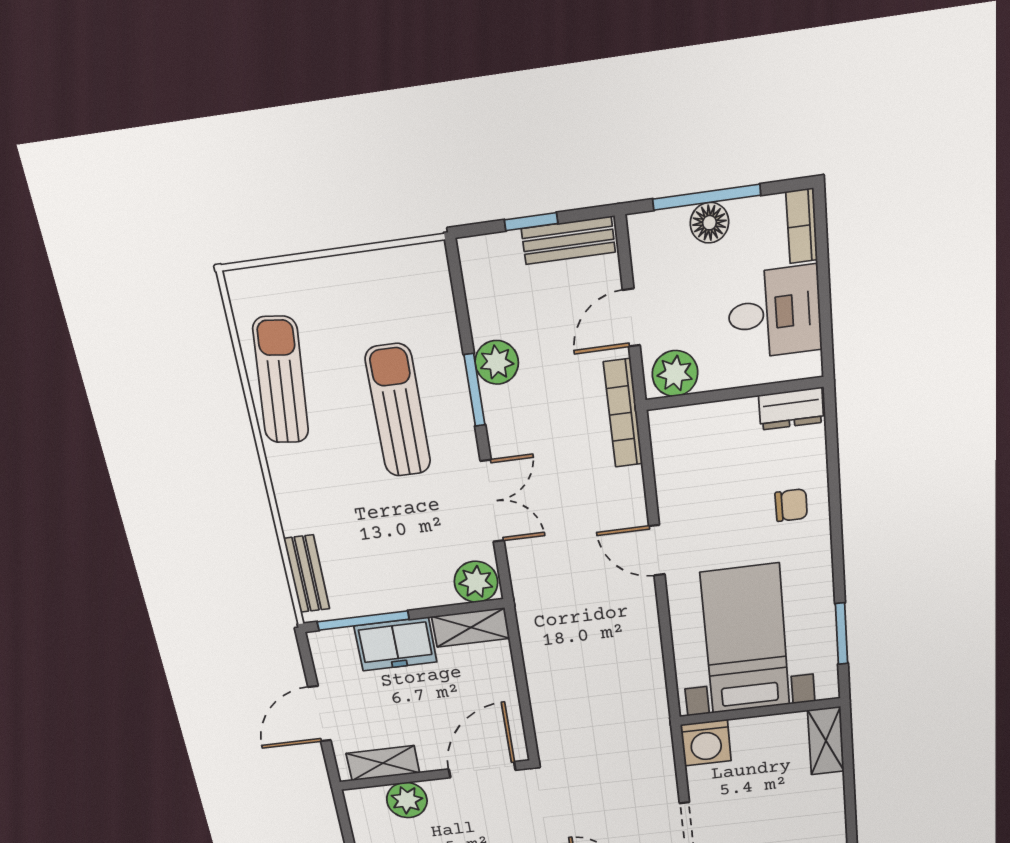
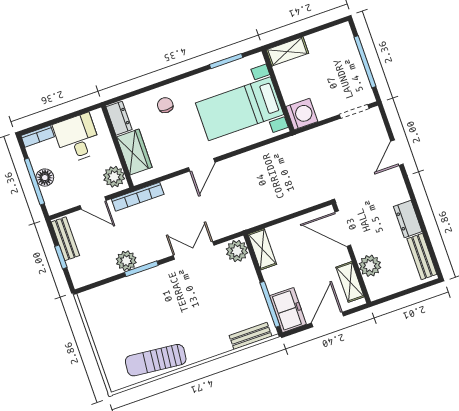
sun lounger: (398, 411) -> (159, 303), removed
wardrobe: (715, 425) -> (134, 152), added
freezer: (396, 644) -> (288, 310), moved
door: (319, 714) -> (328, 319), swing flipped

